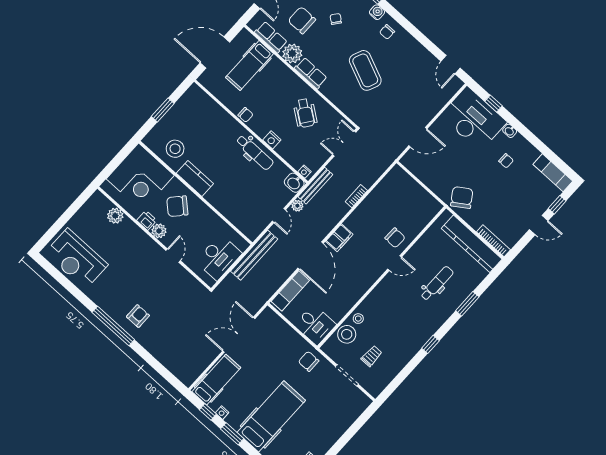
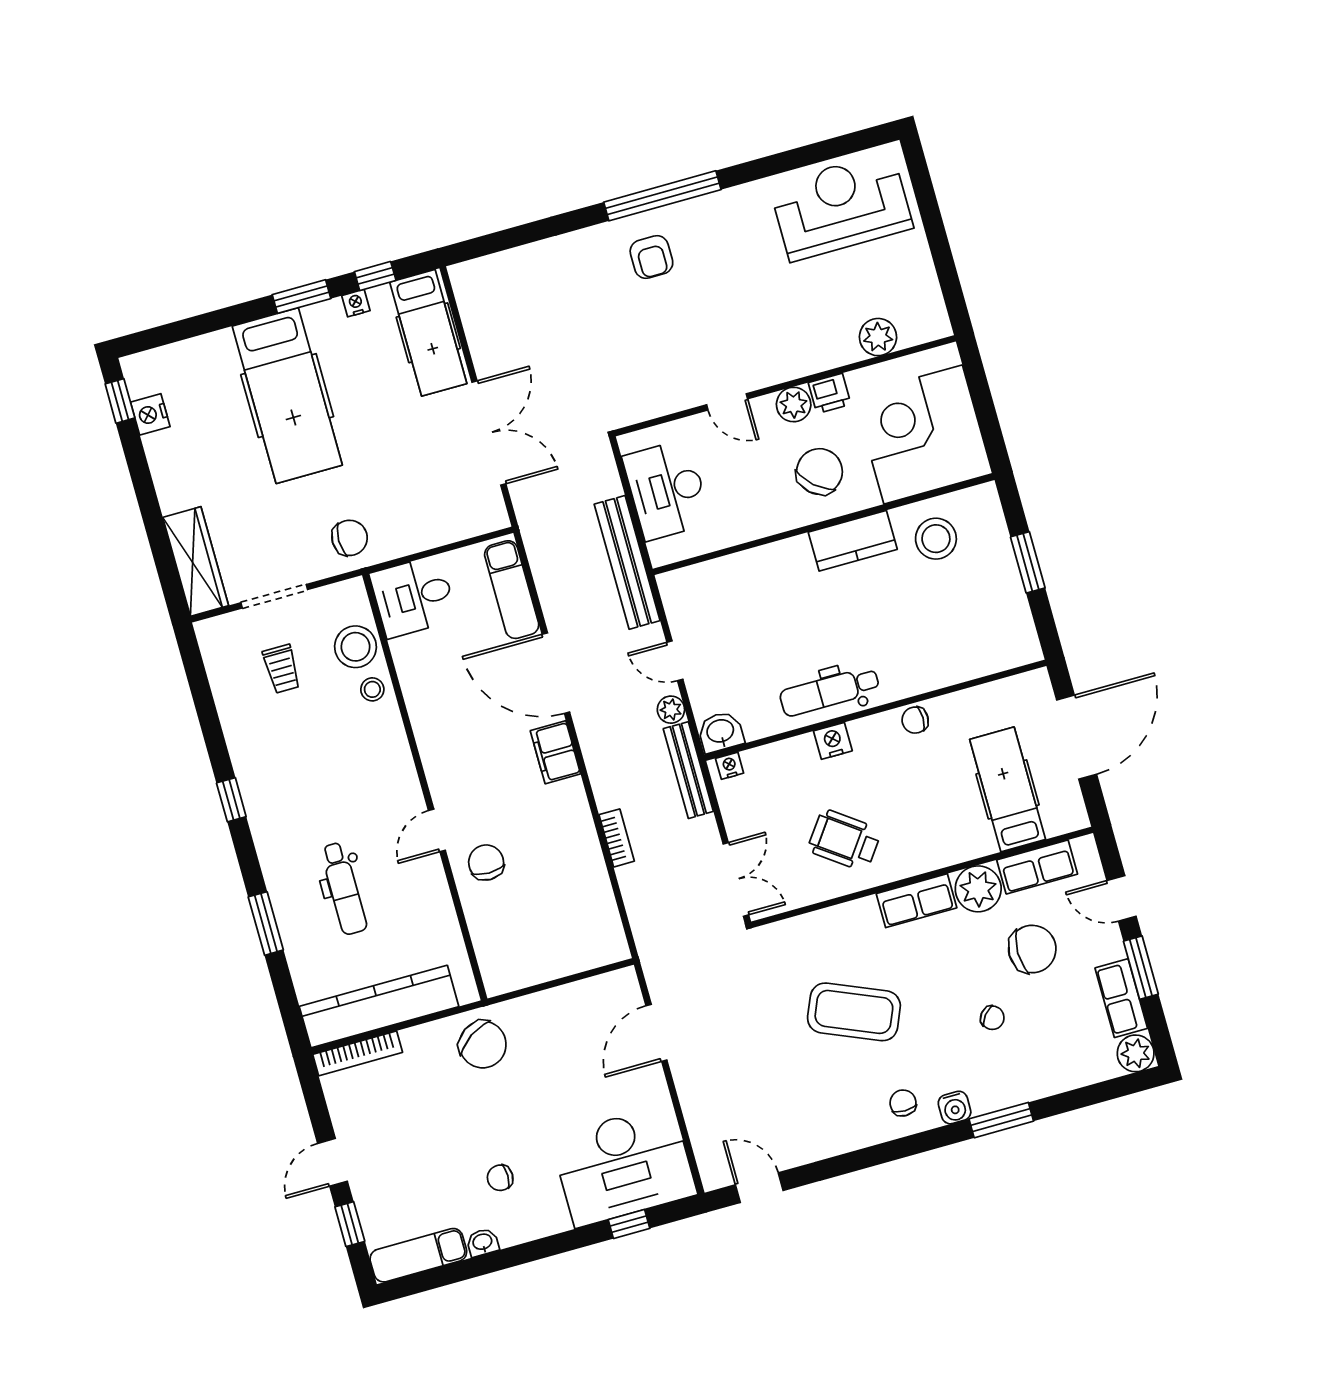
washbasin: (510, 131) -> (483, 1242), moved
chair: (395, 238) -> (486, 862), turned 88
wardrobe: (352, 412) -> (196, 561), added

